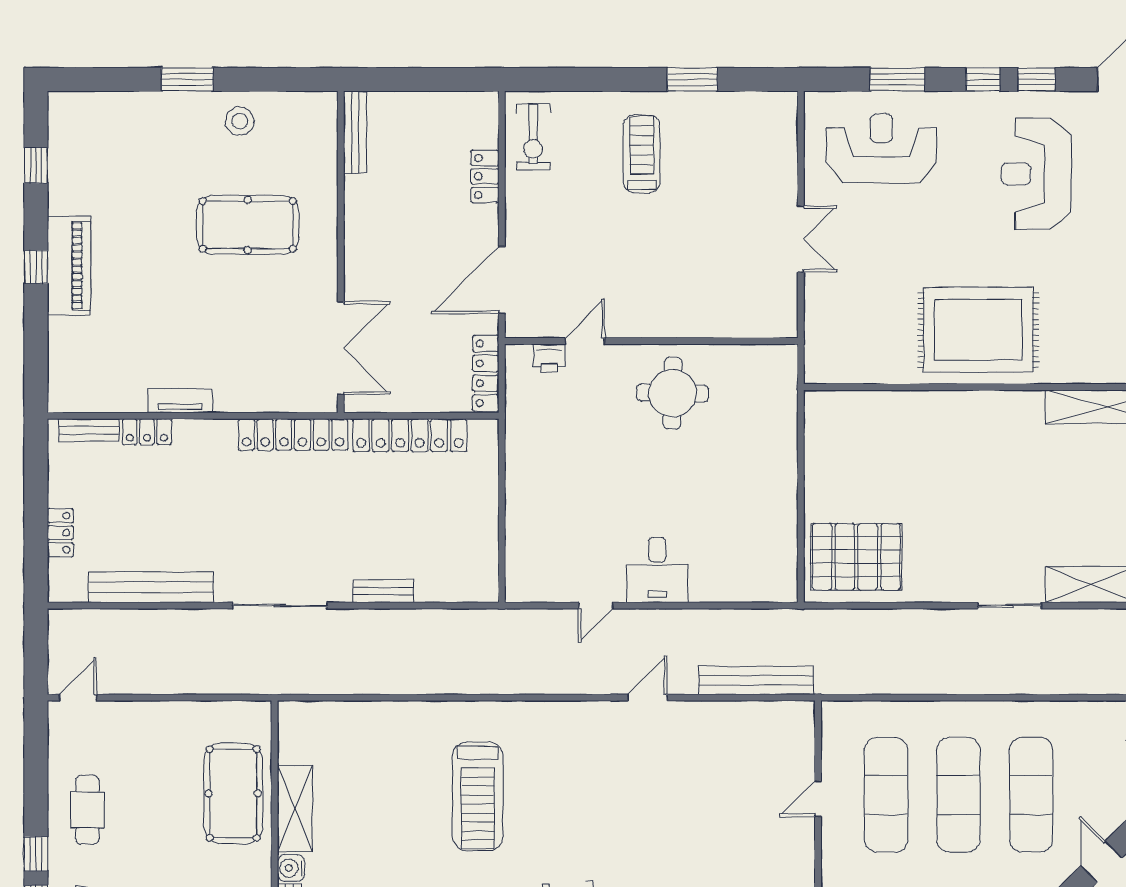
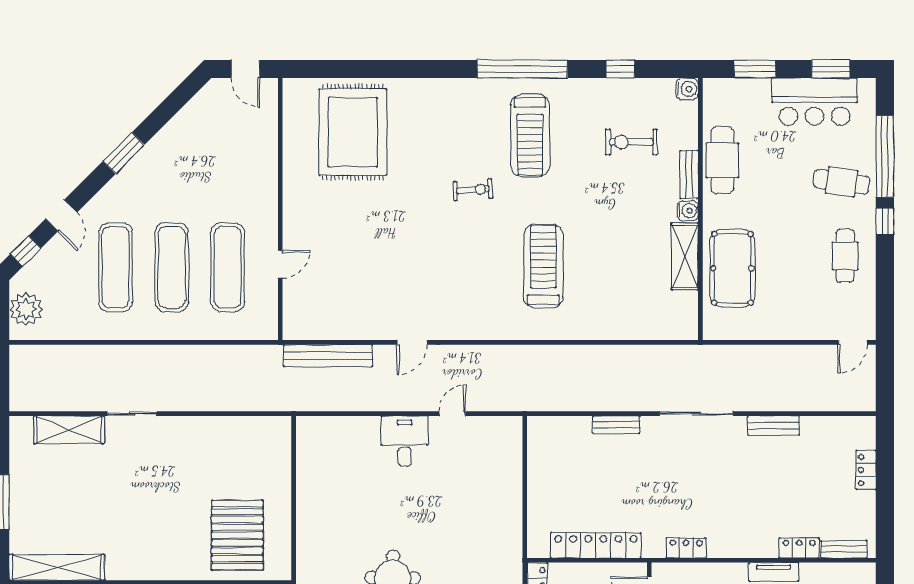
locker: (293, 435) -> (686, 548), width x0.46, depth x0.83
pallet: (856, 557) -> (237, 535), moved, turned 90
bench: (151, 587) -> (774, 426), width x0.54, depth x0.82

